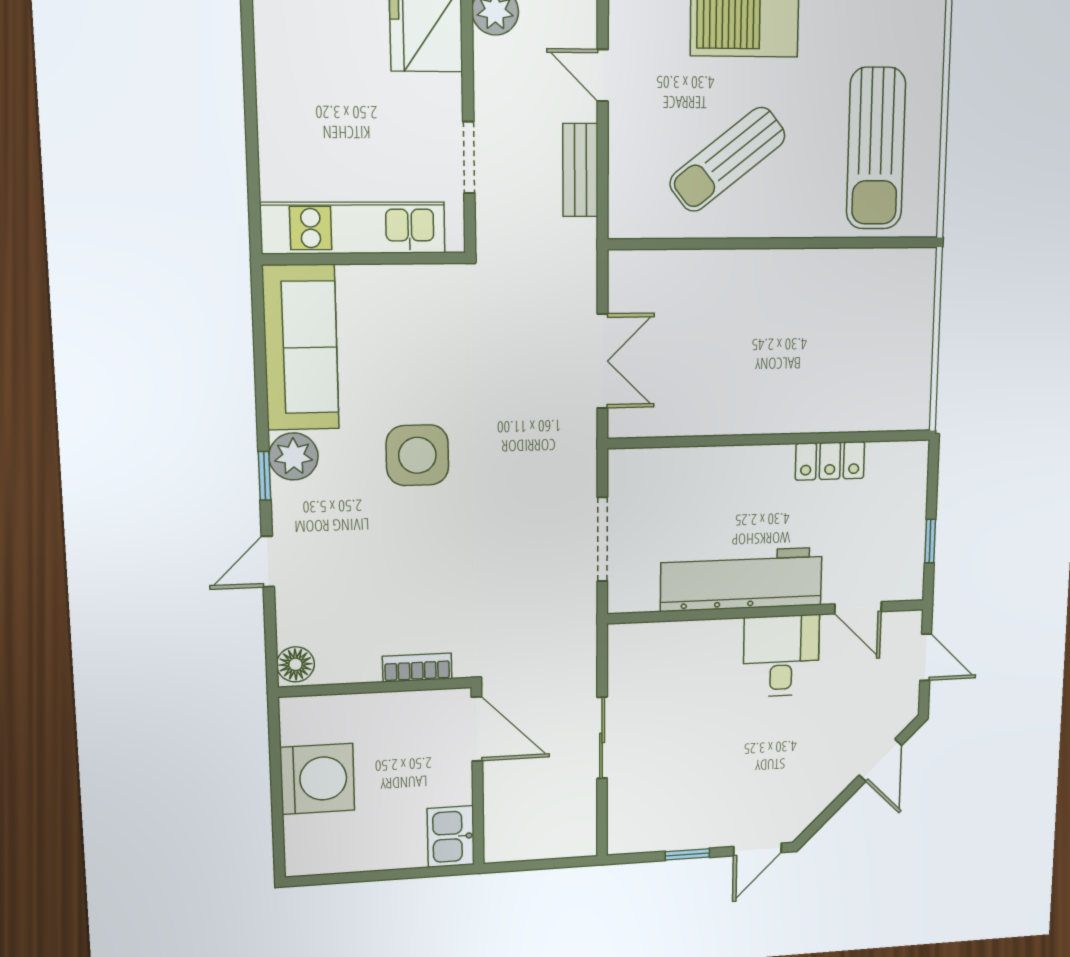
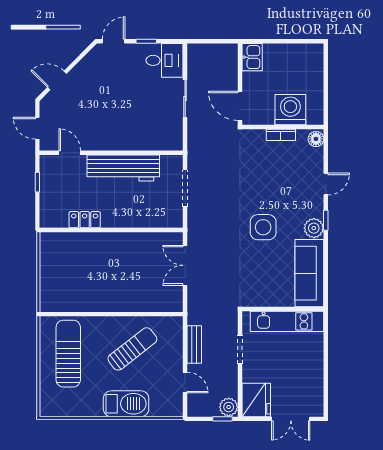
desk: (781, 656) -> (165, 60), moved, turned -90
bookcase: (417, 668) -> (281, 135), moved
door: (880, 760) -> (57, 80), hinge flipped
washing machine: (317, 779) -> (290, 110), moved, turned 90

